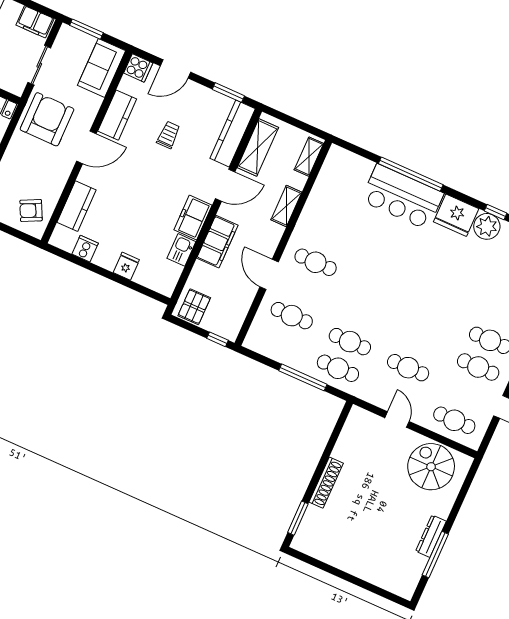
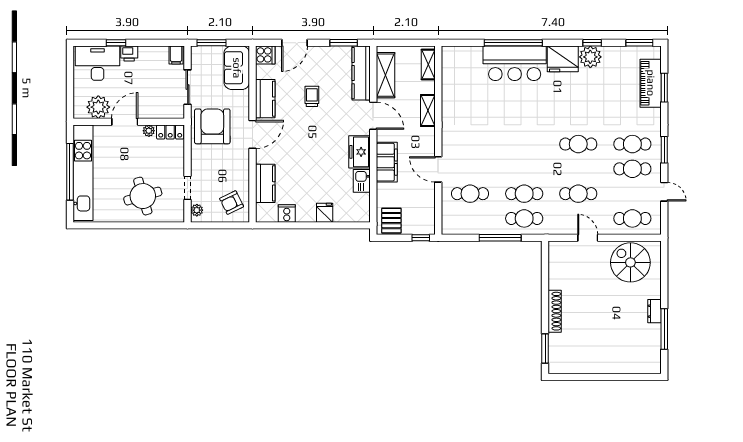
filing cabinet: (35, 22) -> (176, 55), width x0.50
door: (225, 185) -> (373, 116), hinge flipped
cafe table: (316, 262) -> (578, 144), moved
dresser: (431, 536) -> (654, 311), width x0.70

